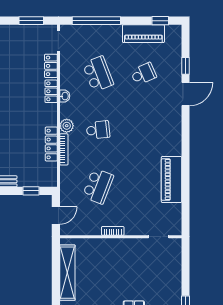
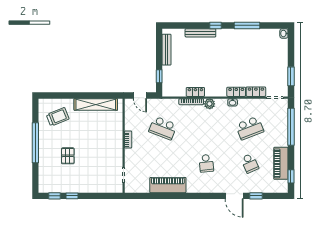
school desk: (98, 130) -> (206, 163), moved
locker: (51, 144) -> (195, 92), width x0.66

